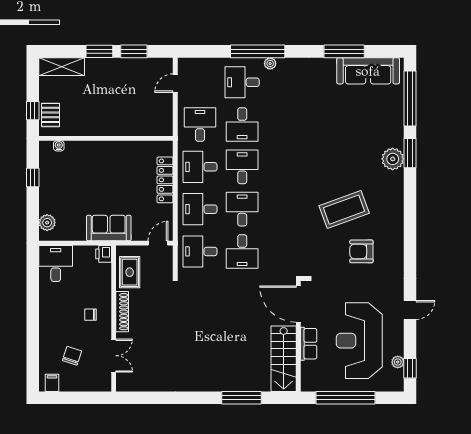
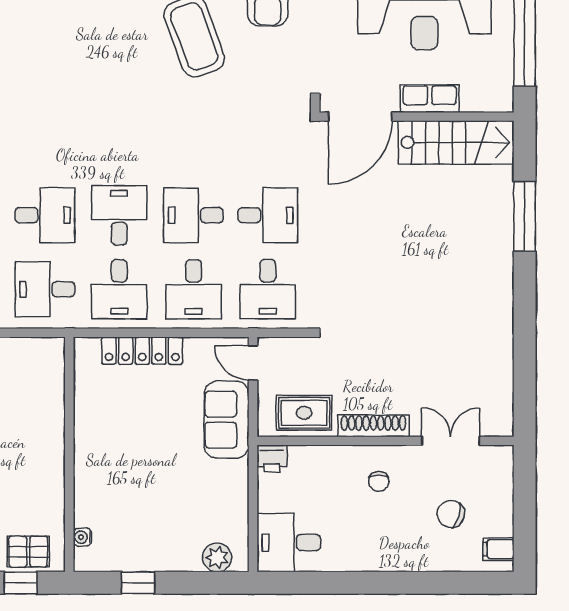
desk: (242, 167) -> (119, 215), turned 90
sofa: (109, 228) -> (227, 420), moved

